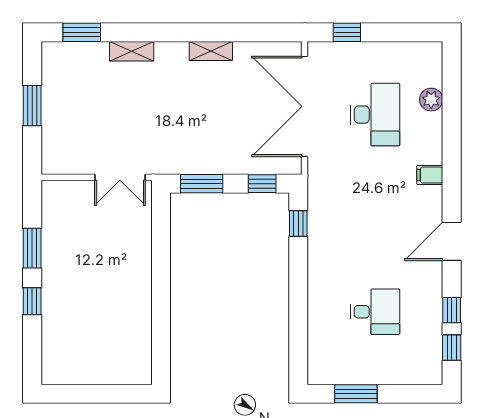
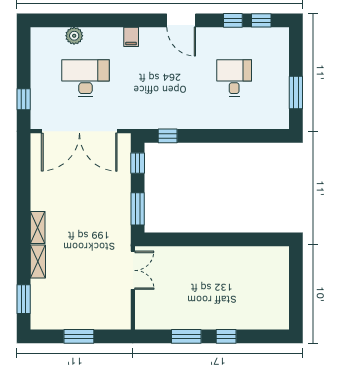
shelving: (211, 51) -> (38, 227), moved

